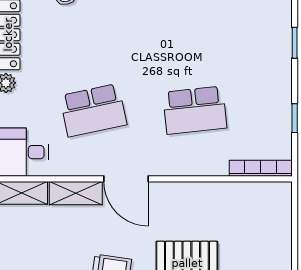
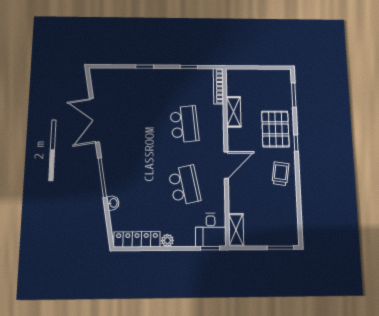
shelving: (76, 193) -> (234, 112), moved

